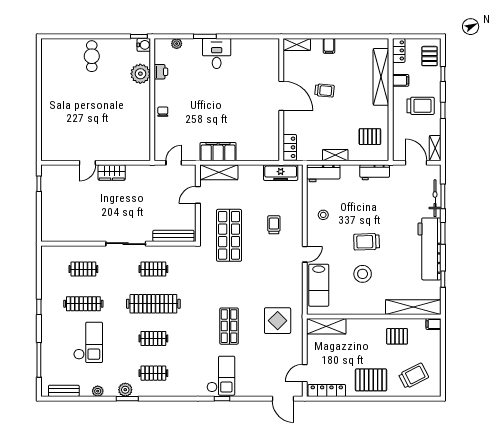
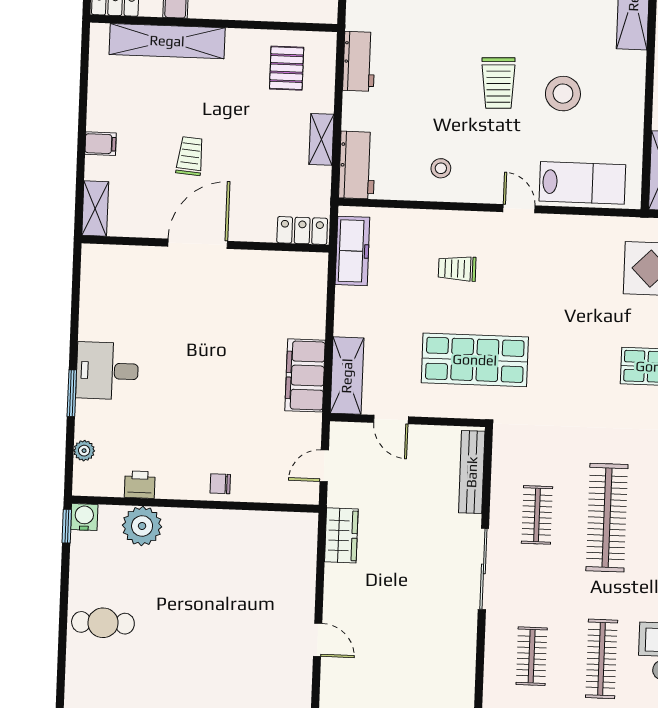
door: (174, 163) -> (324, 466), hinge flipped
wardrobe: (112, 173) -> (341, 535), moved

